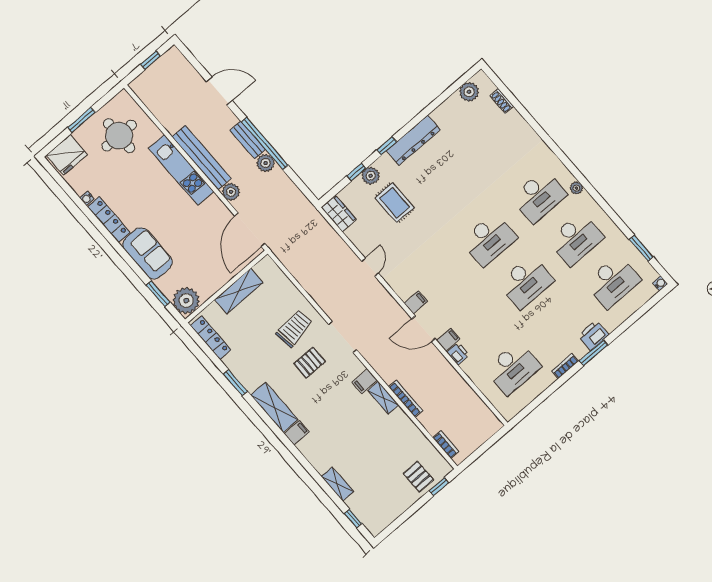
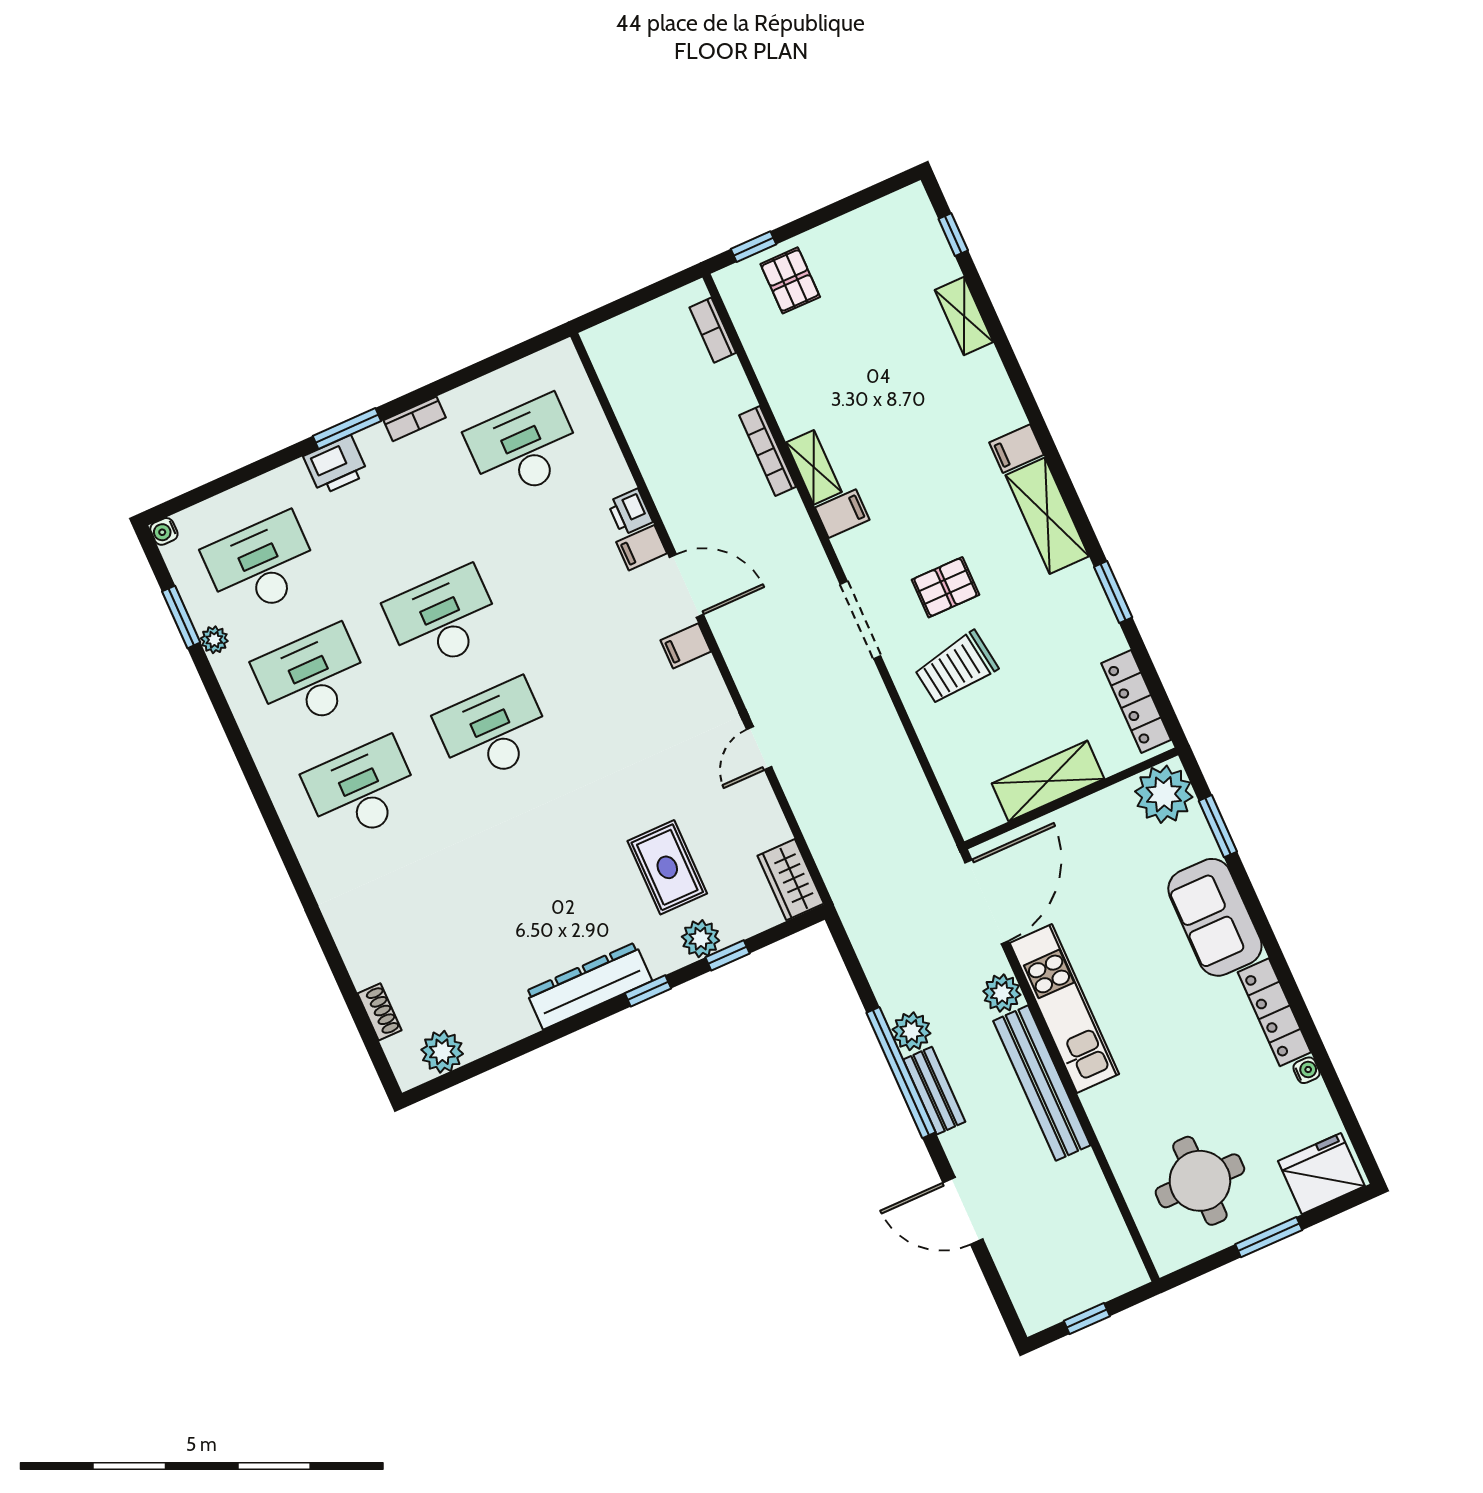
kitchen unit: (181, 170) -> (1064, 1008), moved
plant: (576, 188) -> (214, 640), moved

